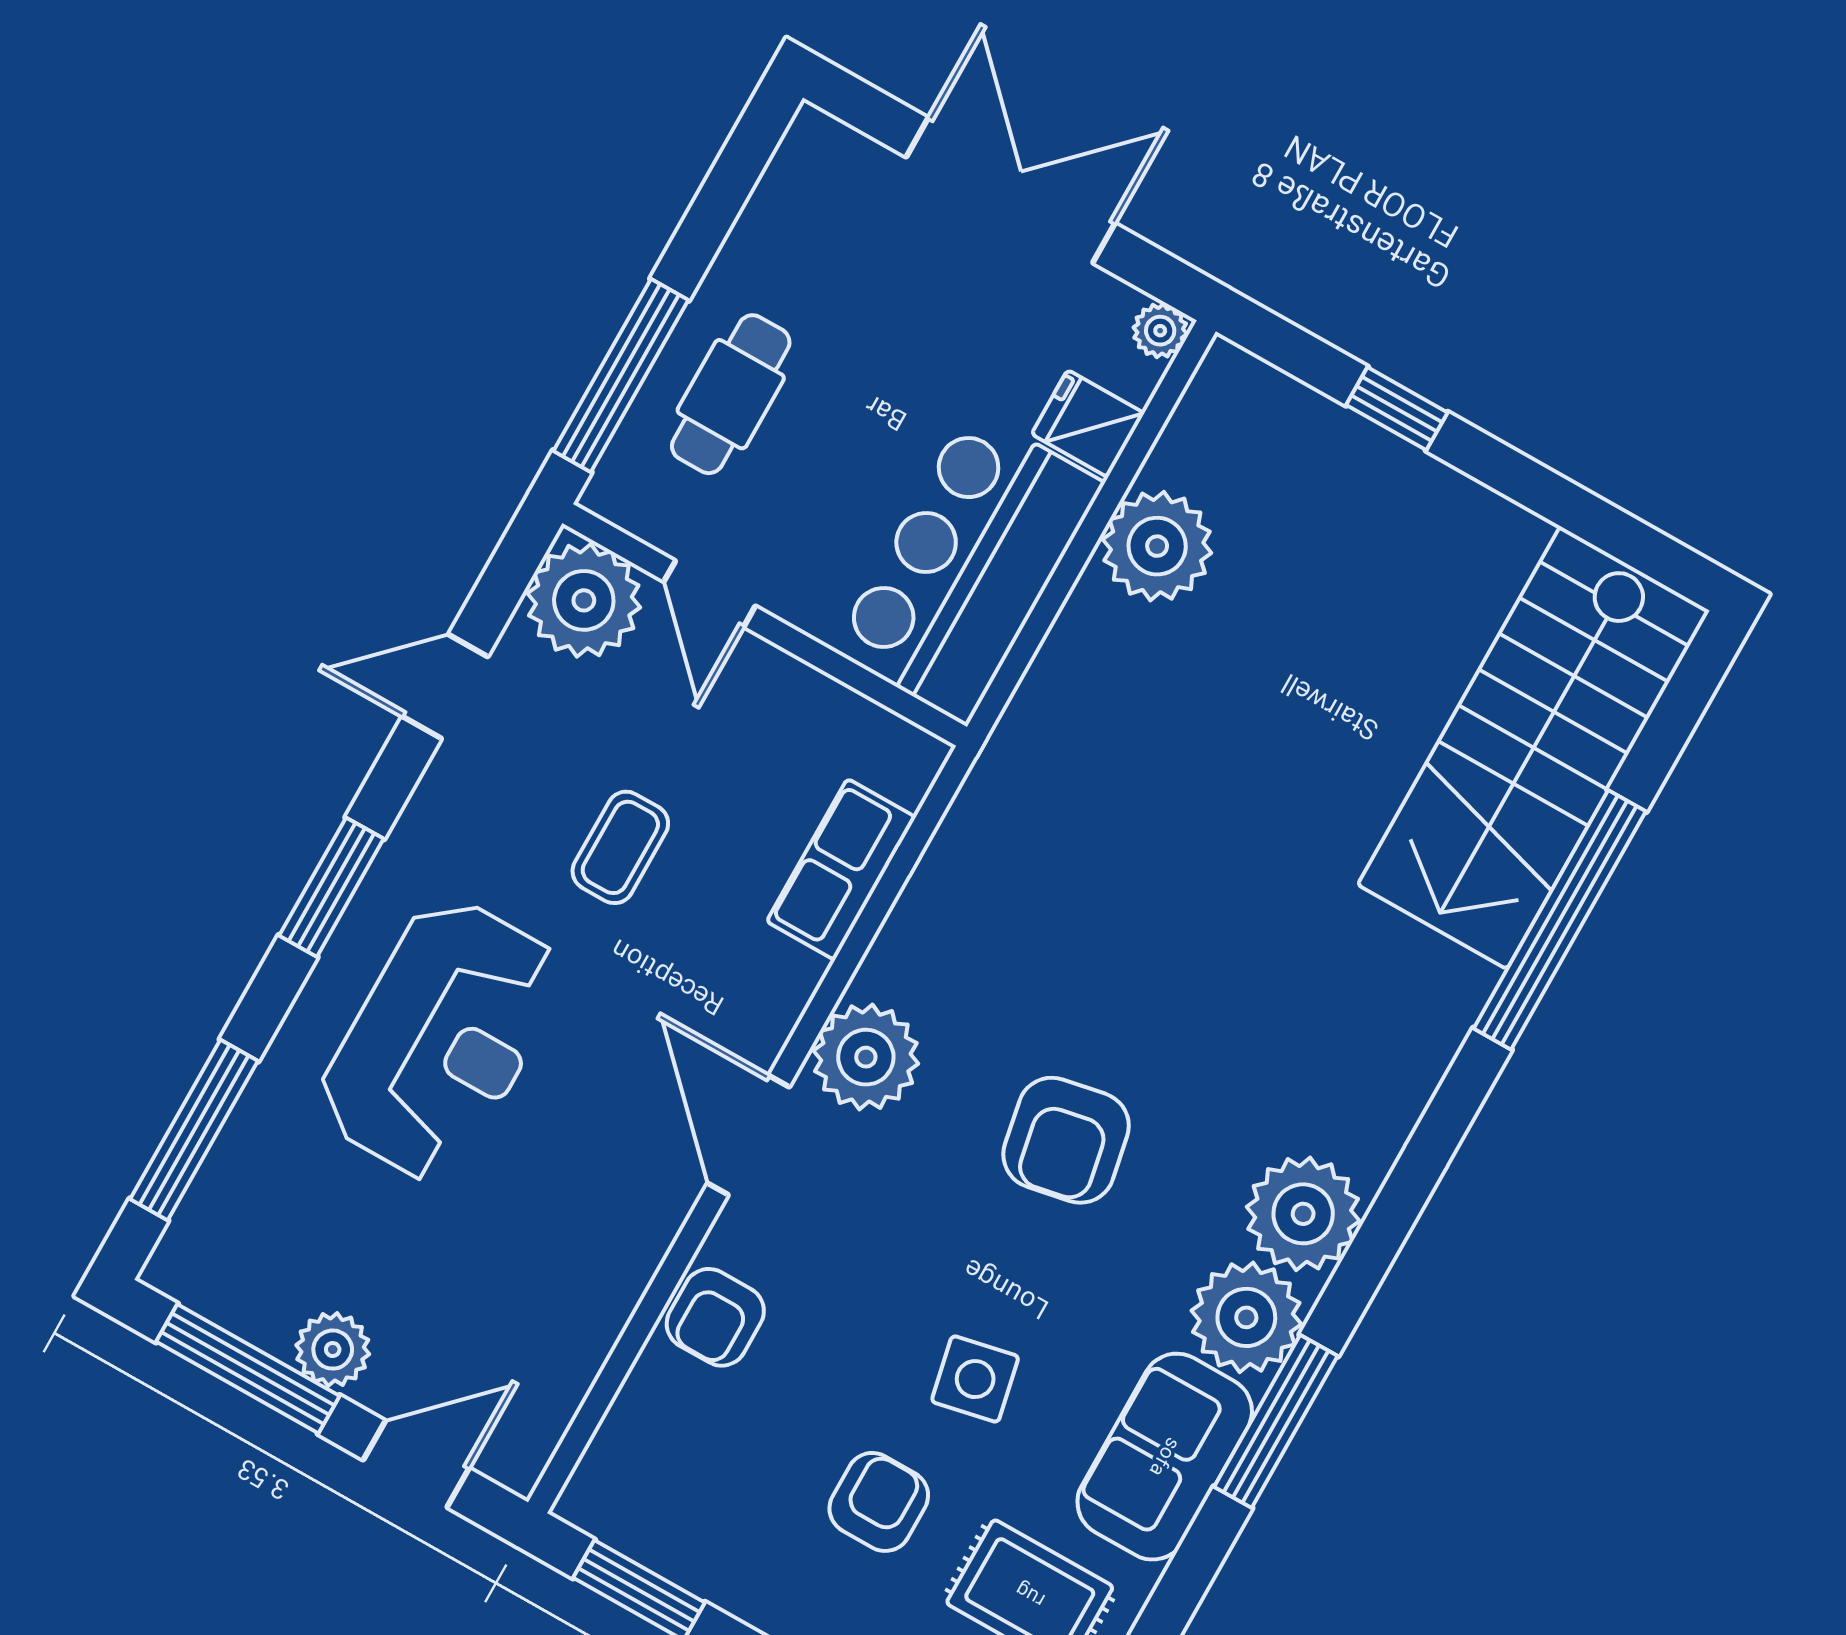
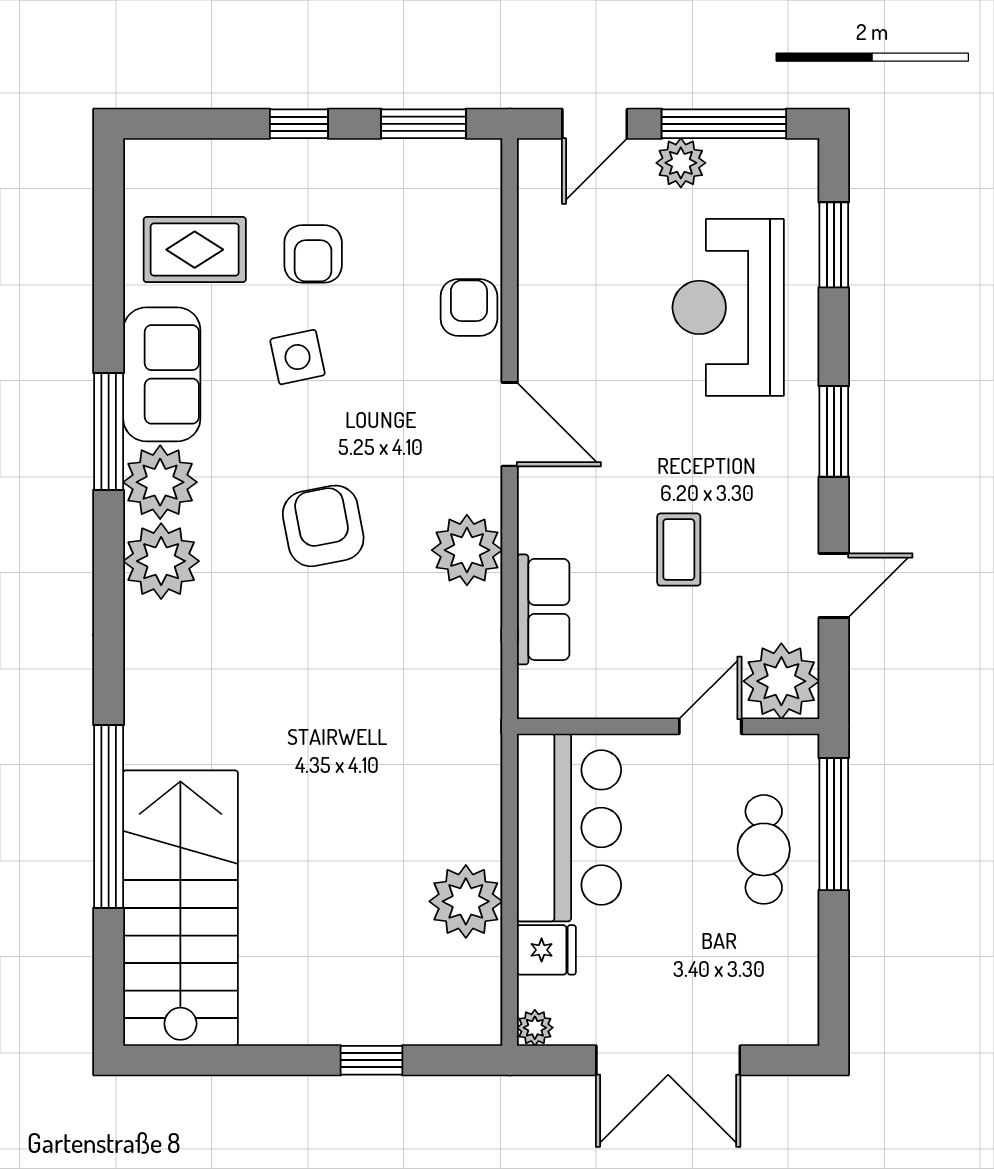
door: (710, 594) -> (710, 726), hinge flipped
reception desk: (441, 1039) -> (728, 307), moved
plant: (866, 1057) -> (467, 550), moved
window: (194, 1130) -> (834, 245), width x0.69

